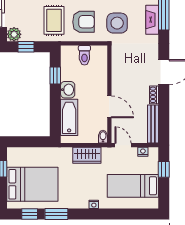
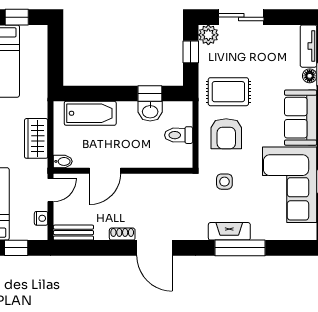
side table: (117, 23) -> (224, 182), width x0.54, depth x0.54
washbasin: (68, 90) -> (150, 111), moved
bench: (153, 124) -> (73, 233), width x0.73

